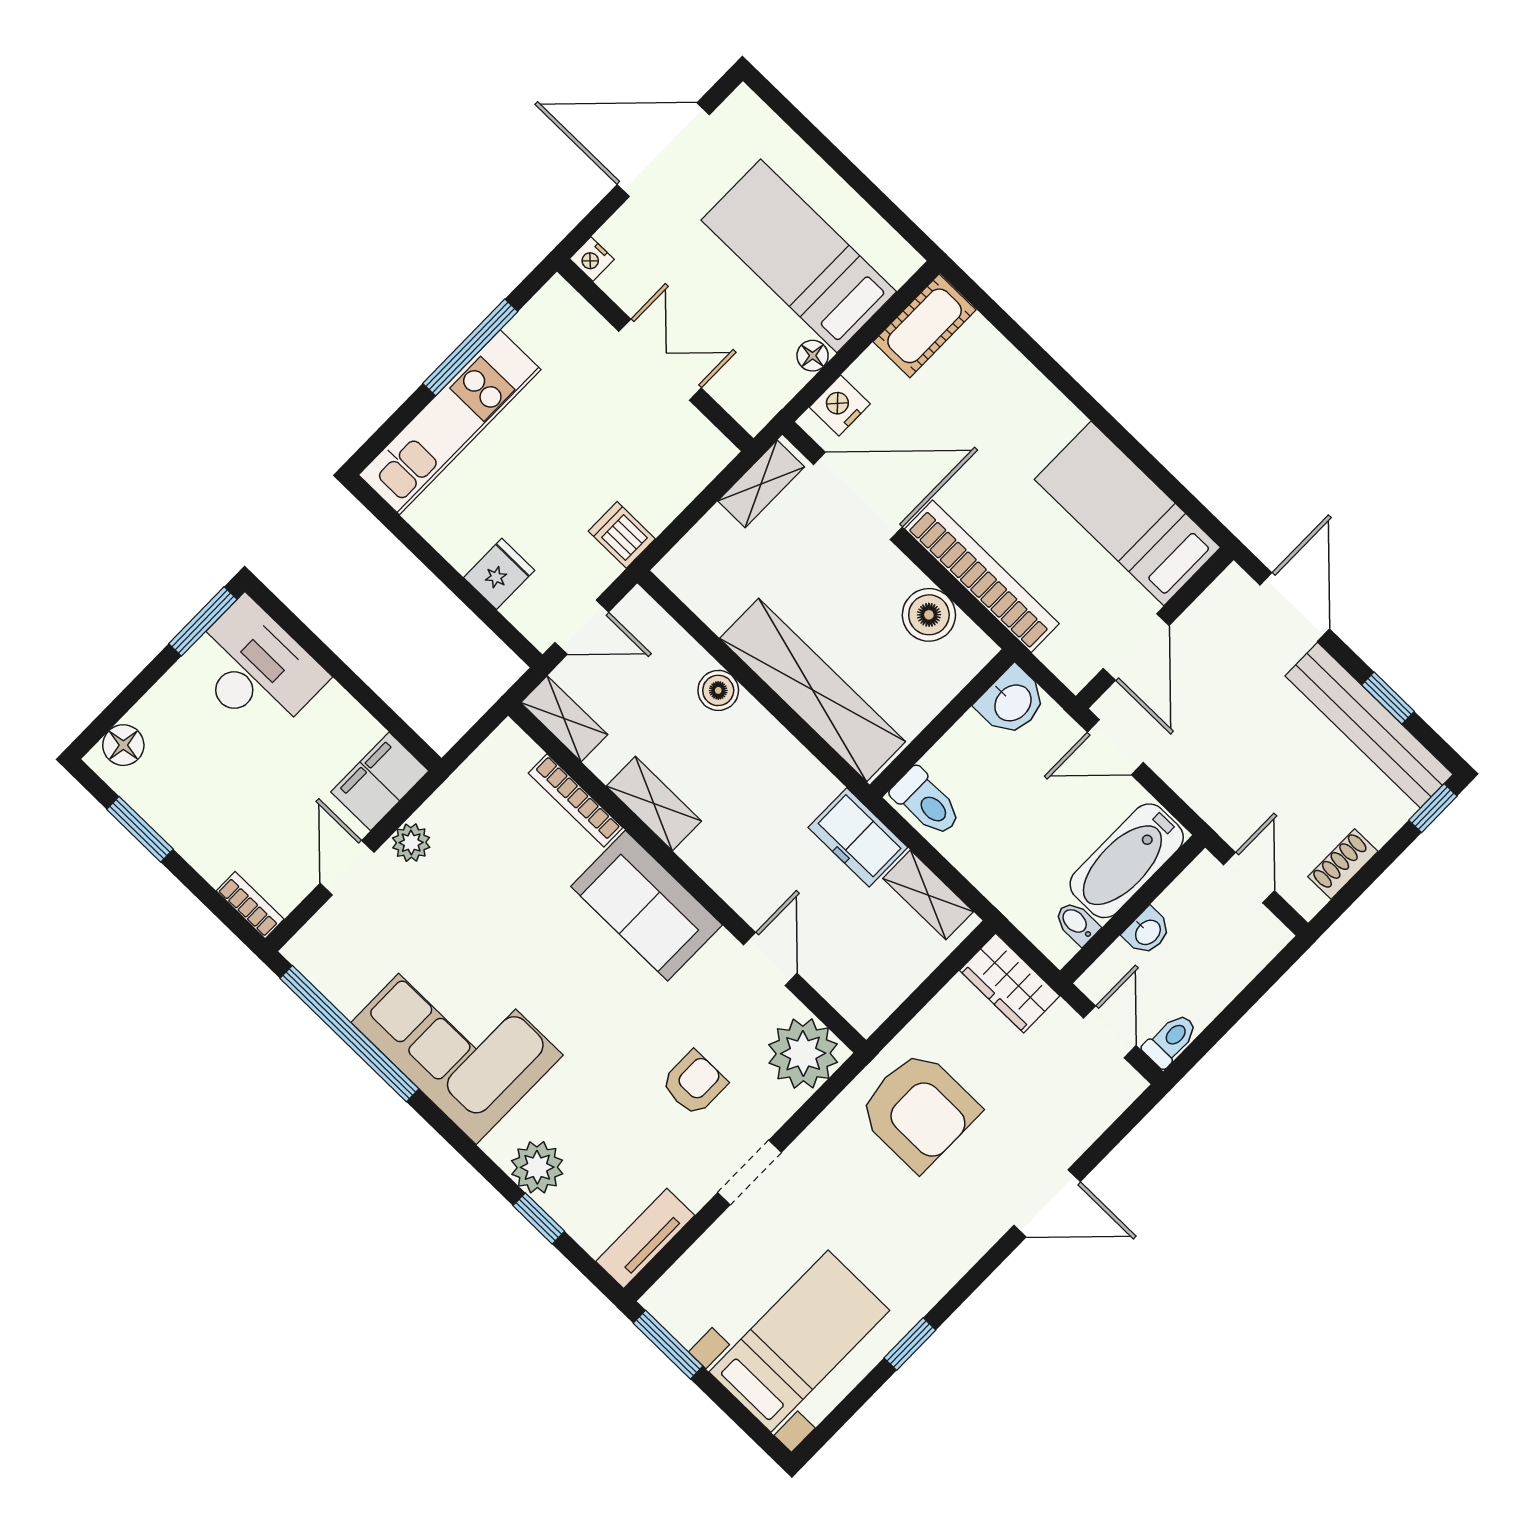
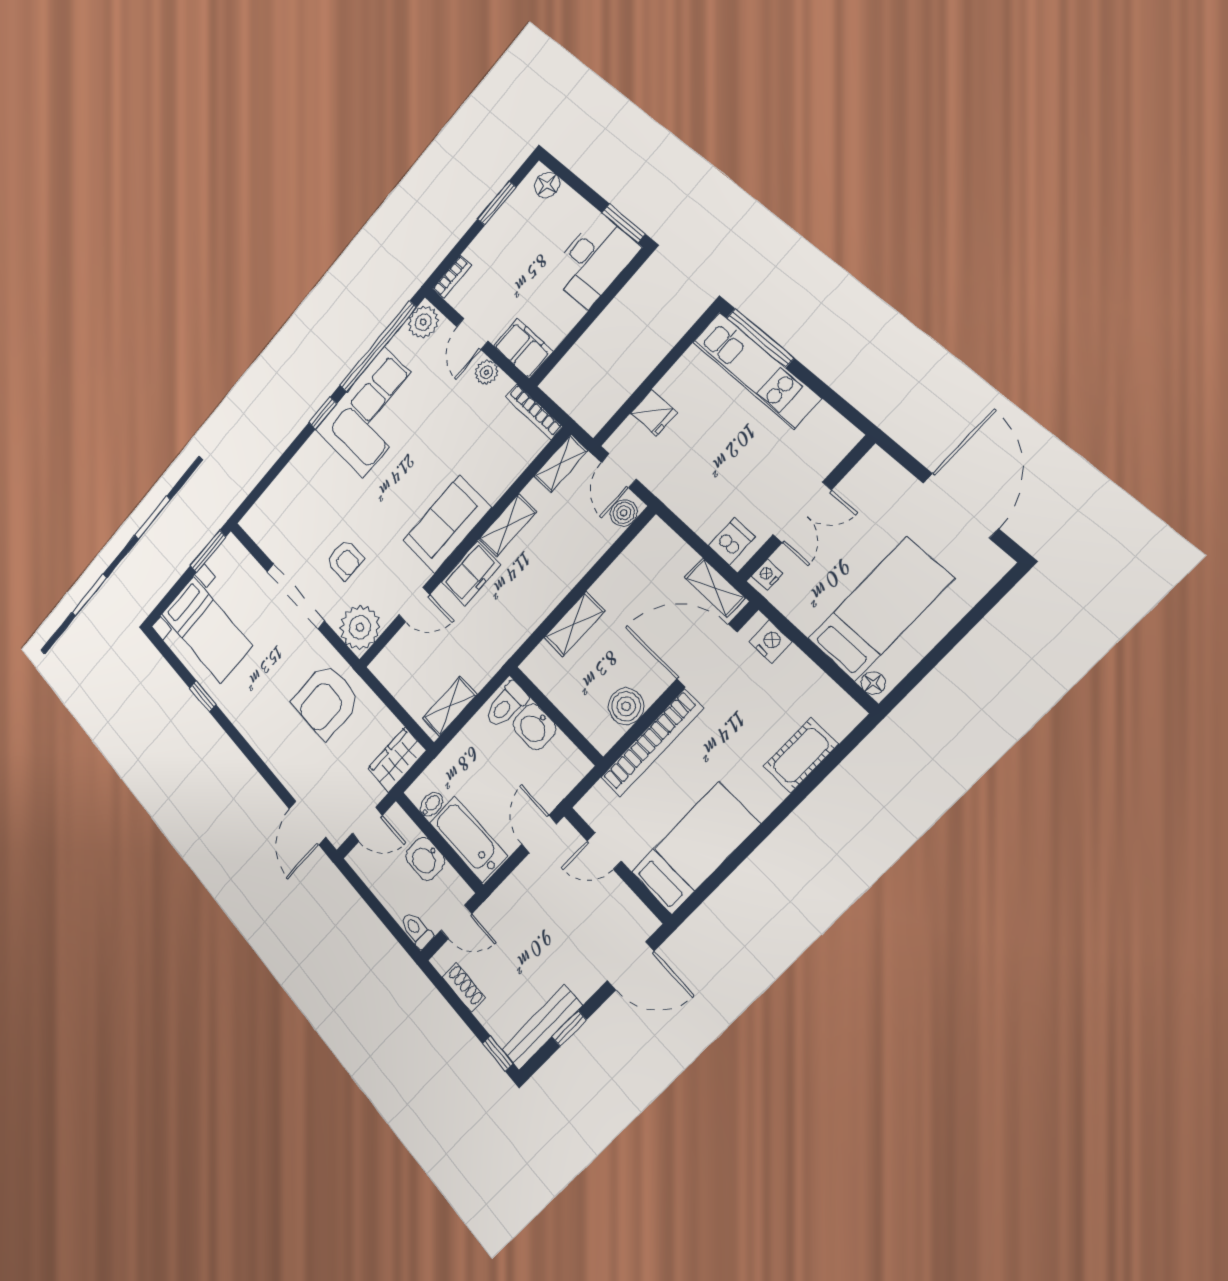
nightstand: (592, 259) -> (767, 575), moved
cot: (925, 326) -> (801, 755), moved, turned 90
window: (470, 347) -> (760, 338), moved
floor lamp: (813, 356) -> (873, 683), moved
door: (858, 496) -> (707, 656), swing flipped
dishwasher: (622, 535) -> (732, 541), moved
door: (1136, 647) -> (604, 851), width x0.73
boiler: (718, 690) -> (624, 513), moved
shelving: (813, 690) -> (574, 624), width x0.45, depth x0.75
washbasin: (1012, 702) -> (535, 727), moved
bench: (1369, 725) -> (542, 1027), width x0.73, depth x0.82
bookcase: (575, 800) -> (534, 412), moved, turned -90
freezer: (858, 837) -> (471, 573), moved, turned 180
door: (347, 868) -> (472, 334), swing flipped
washbasin: (1147, 932) -> (425, 859), width x1.38, depth x1.45
toilet: (1170, 1040) -> (416, 930), moved, turned 180
plant: (537, 1167) -> (423, 322), moved
doorway: (749, 1172) -> (296, 596), width x1.87
door: (1047, 1203) -> (307, 823), moved
window: (539, 1218) -> (323, 413), moved
tv unit: (645, 1238) -> (263, 535), removed

